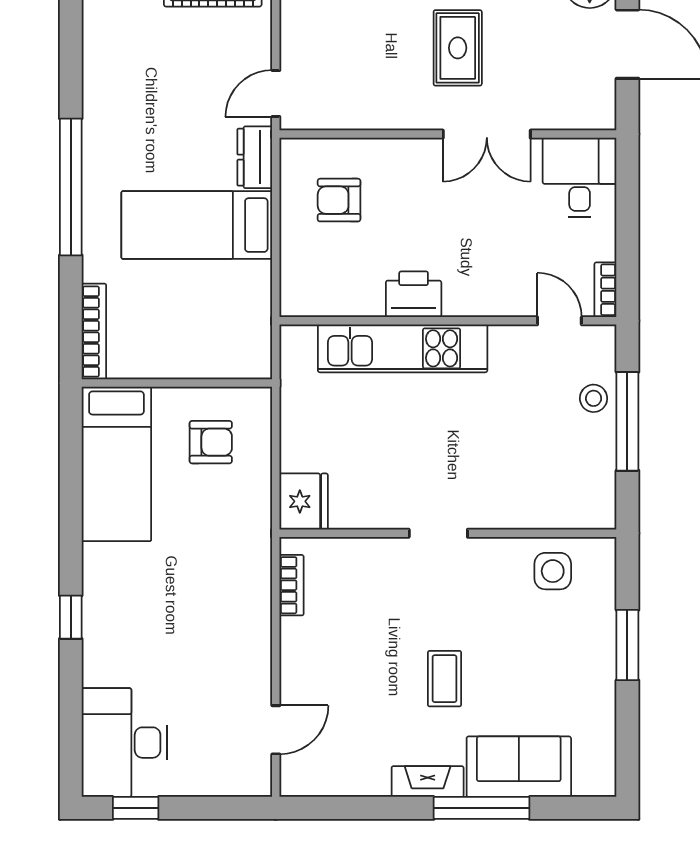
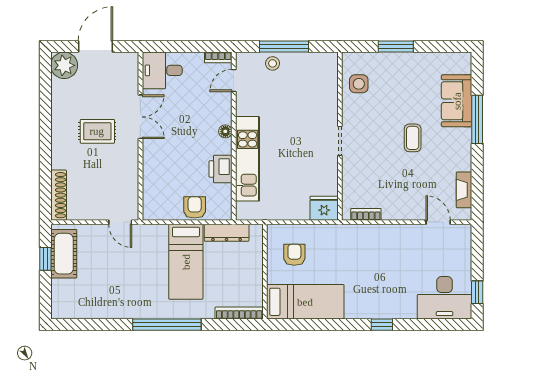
dresser: (255, 157) -> (227, 233), moved, width x1.44
armchair: (339, 200) -> (195, 207), moved, turned 180
printer: (414, 294) -> (221, 169), moved
floor lamp: (458, 304) -> (225, 131), added
coffee table: (444, 679) -> (413, 138), turned 90
fireplace: (428, 782) -> (464, 190), moved

